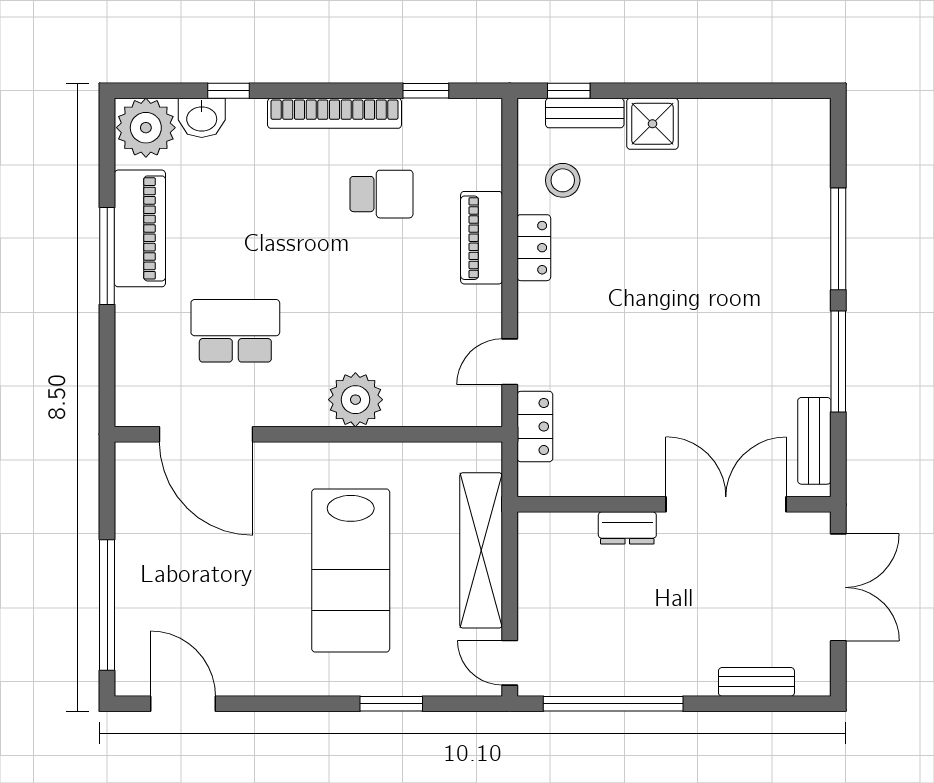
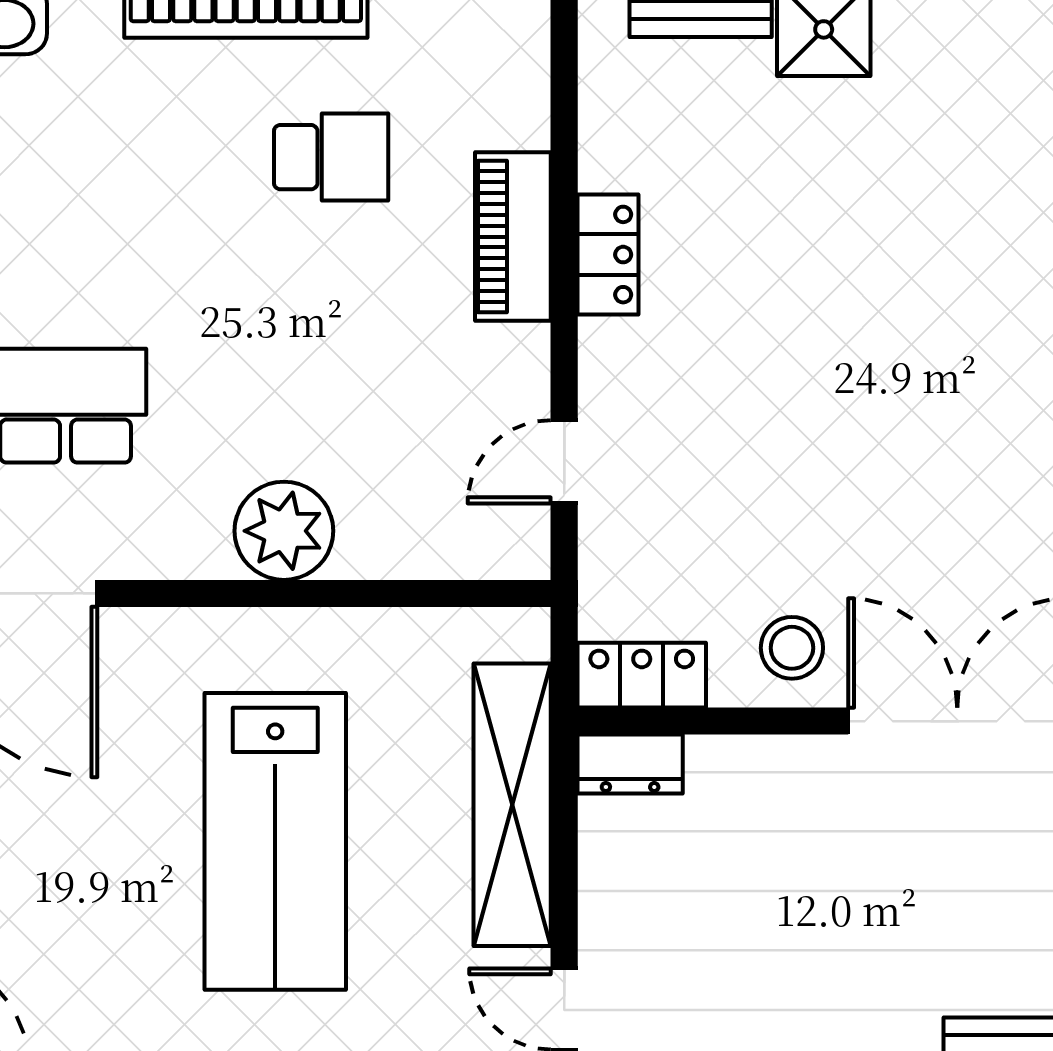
stool: (563, 180) -> (792, 648), moved
locker: (535, 427) -> (642, 675), moved, turned -90
dresser: (627, 528) -> (630, 764), moved

